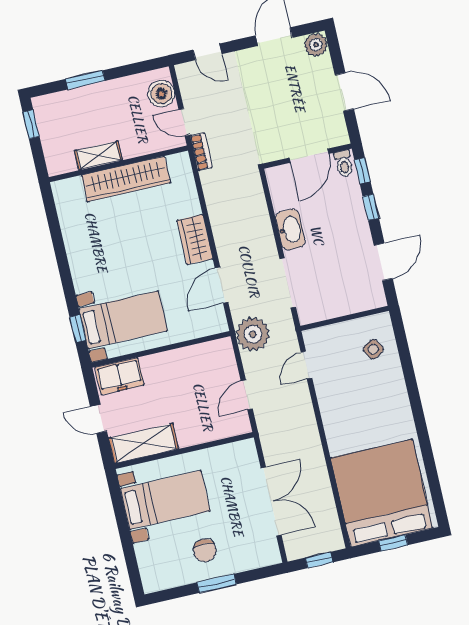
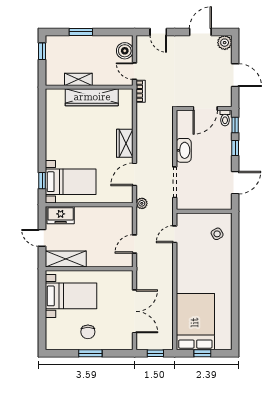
plant: (253, 334) -> (142, 203), width x0.53, depth x0.53
bed: (382, 493) -> (195, 322), width x0.73

